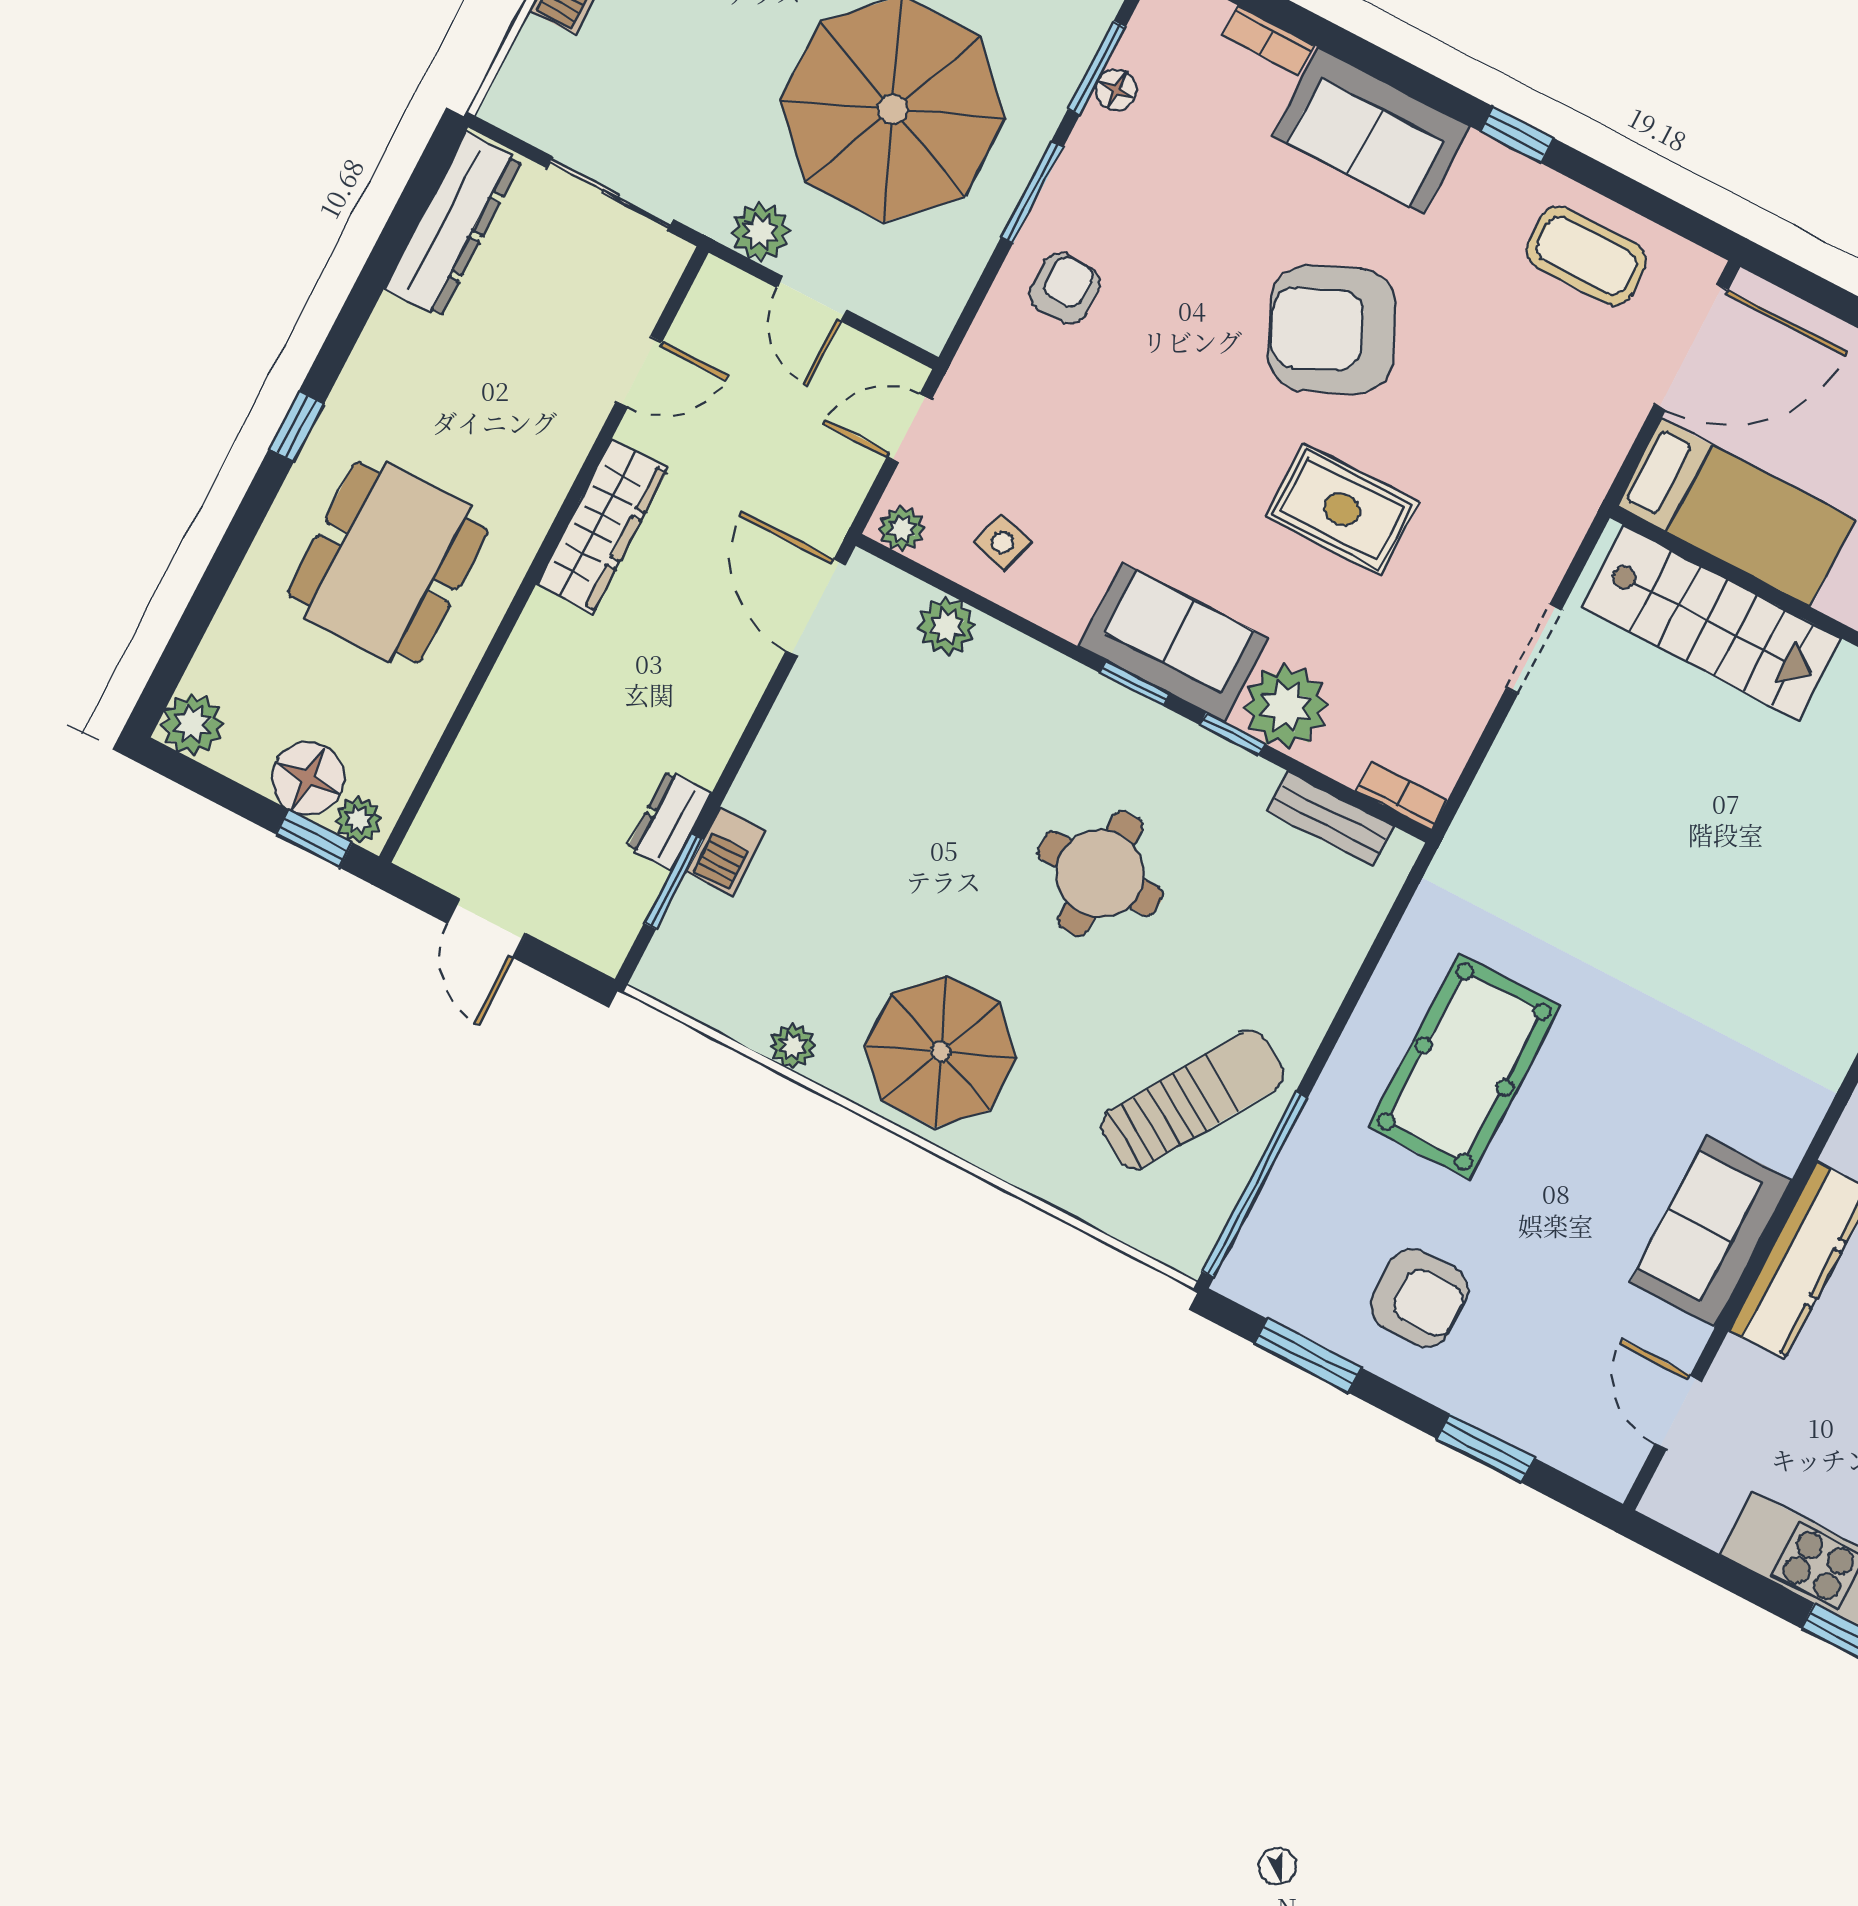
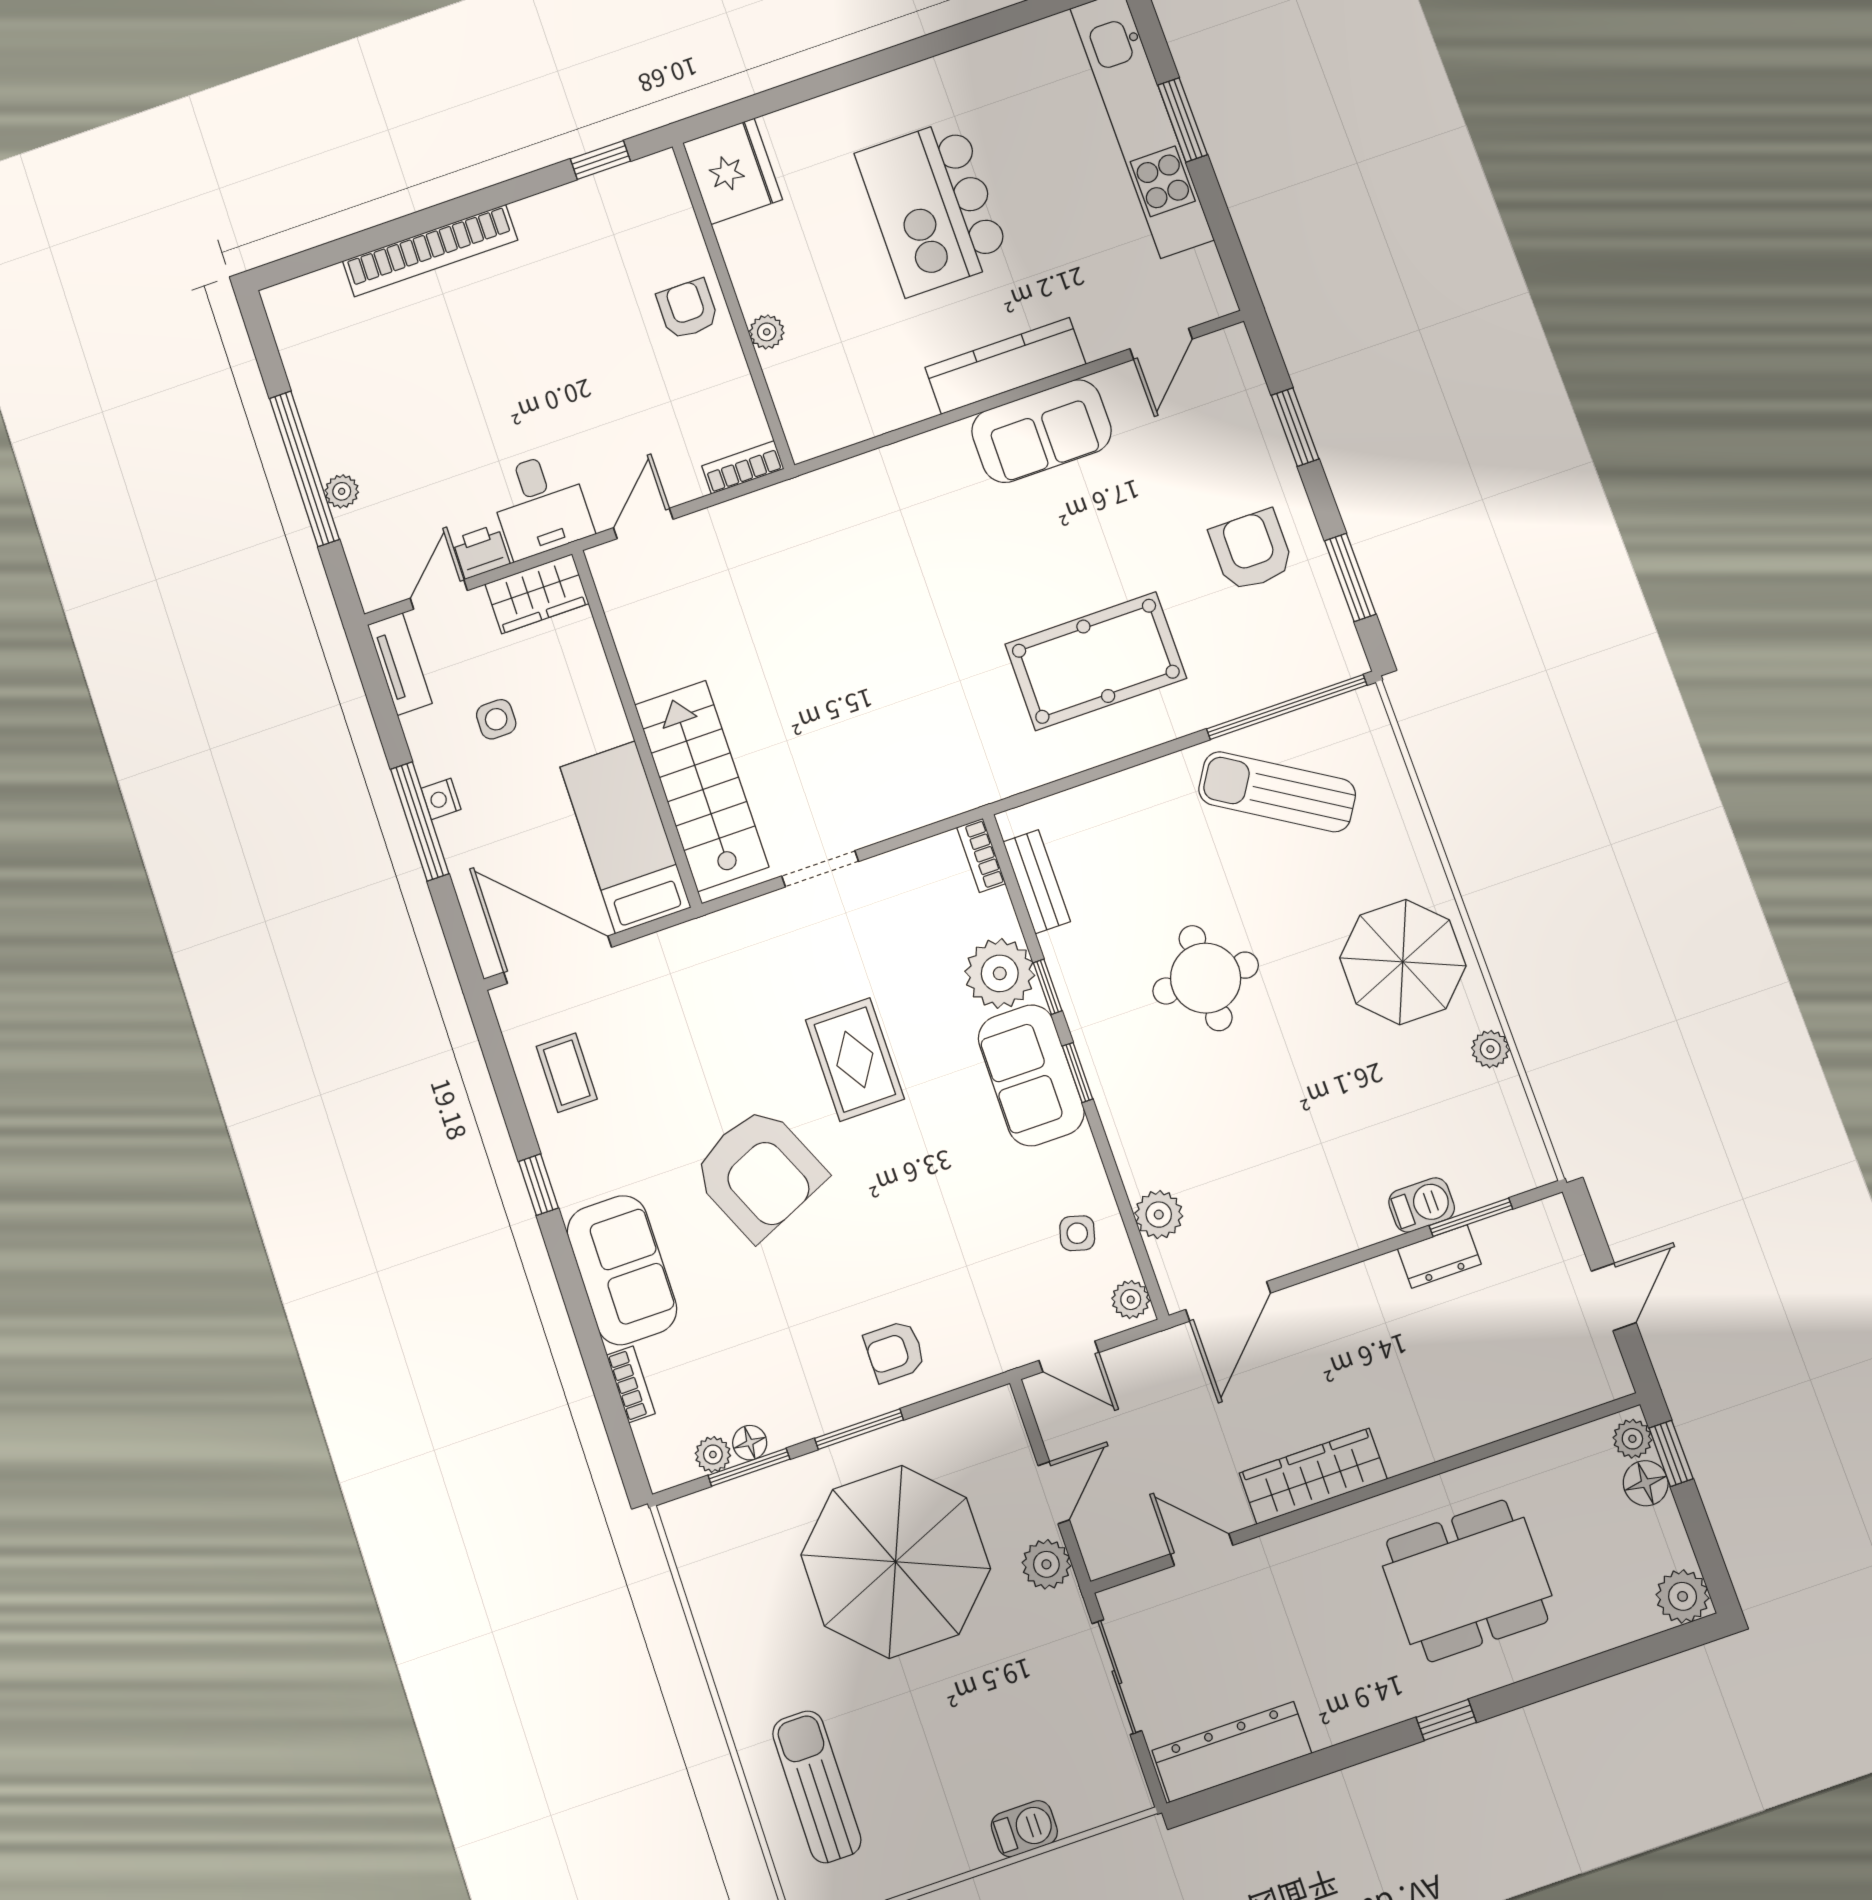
plant: (1139, 49) -> (713, 1454), added
coffee table: (1586, 256) -> (567, 1073), width x0.73, depth x0.77
floor lamp: (308, 778) -> (1646, 1483), width x0.73, depth x0.73

